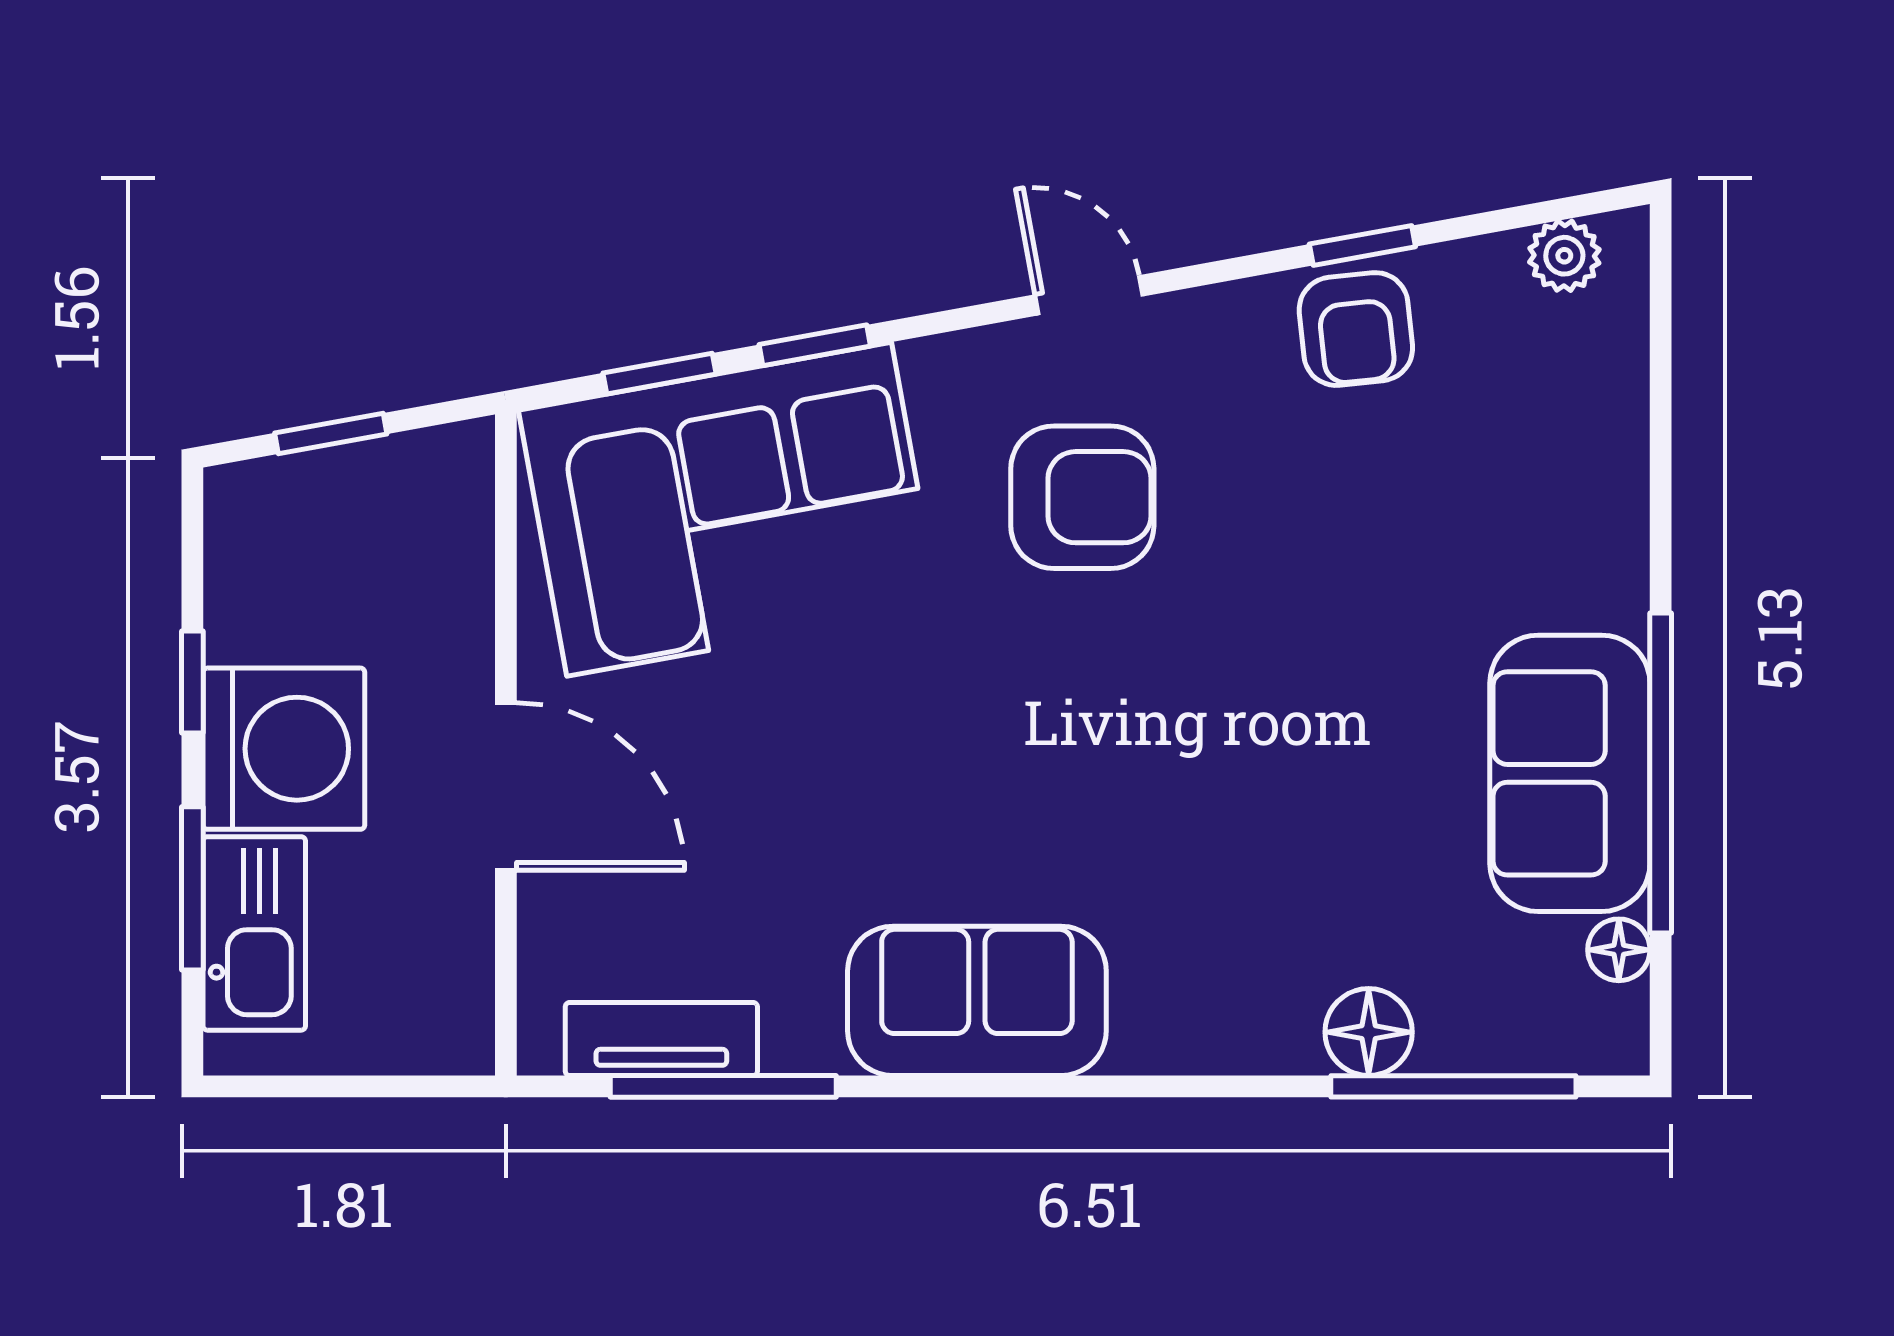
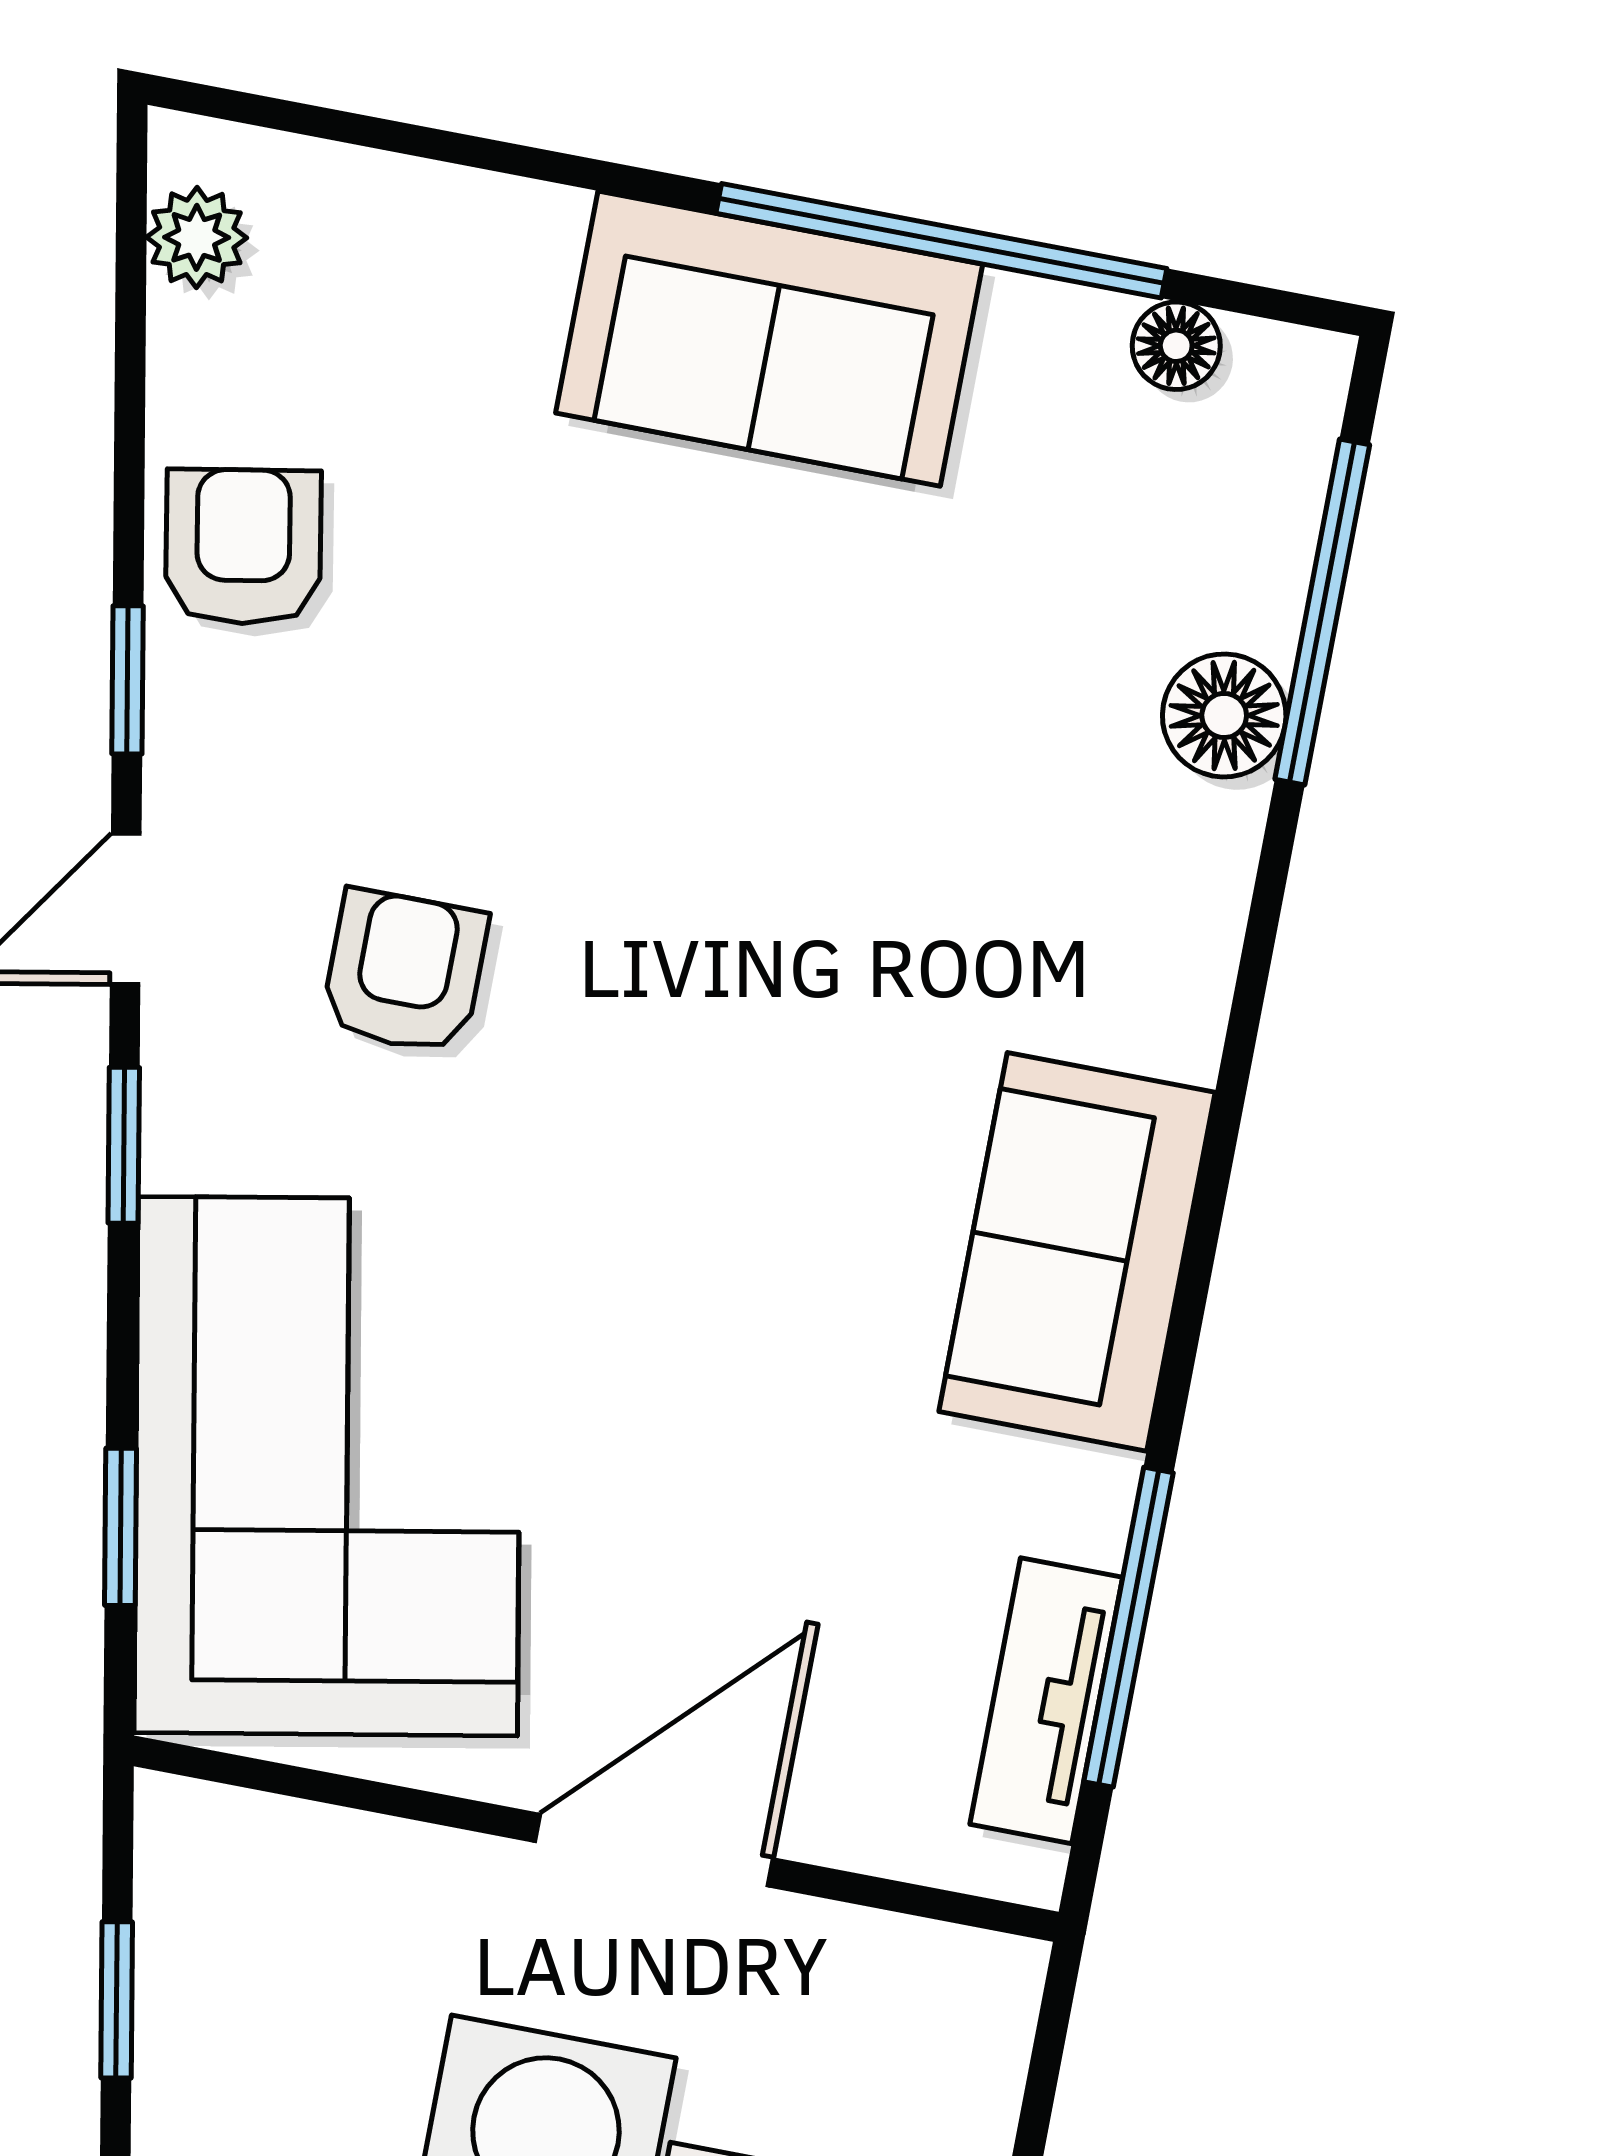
window: (1362, 245) -> (127, 680), moved
armchair: (1356, 329) -> (243, 547), turned -94
window: (815, 345) -> (124, 1145), moved
armchair: (1082, 497) -> (405, 972), width x0.72, depth x0.72
sofa: (1570, 773) -> (769, 339), moved

